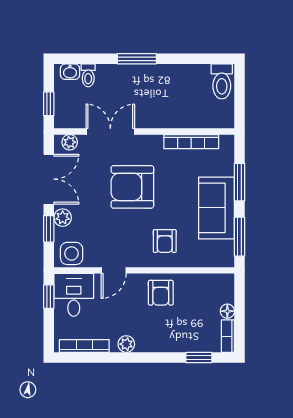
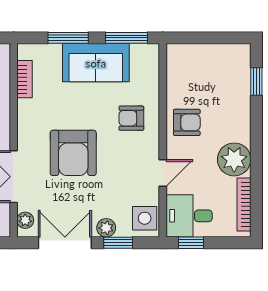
bookcase: (191, 142) -> (24, 79), width x0.64
armchair: (165, 241) -> (131, 118), turned 180
door: (114, 270) -> (163, 173), hinge flipped
floor lamp: (227, 311) -> (207, 51), removed
bookcase: (228, 336) -> (233, 50), removed
plant: (126, 344) -> (234, 159), width x1.87, depth x1.87

